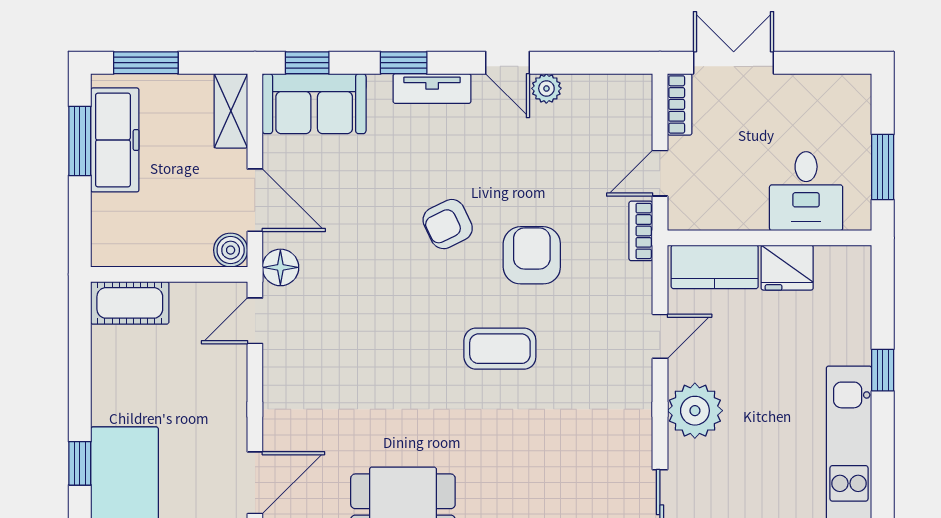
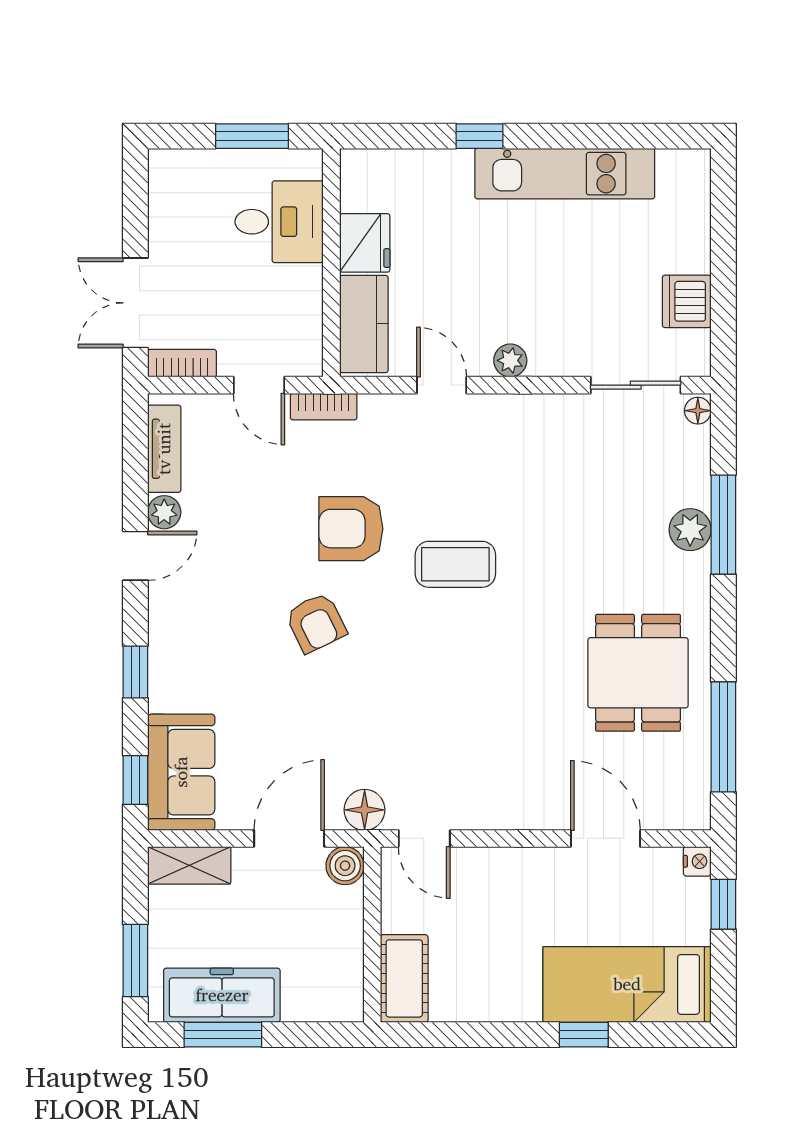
tv unit: (432, 89) -> (164, 449), moved
coffee table: (500, 349) -> (455, 564), turned 90
plant: (695, 411) -> (510, 360), width x0.53, depth x0.53

